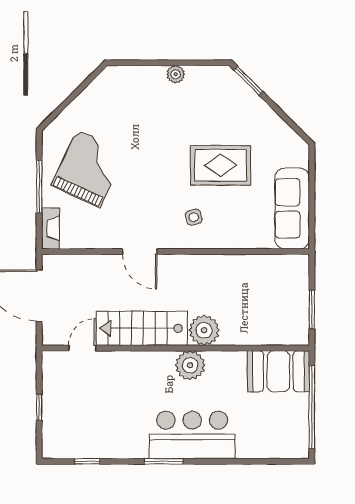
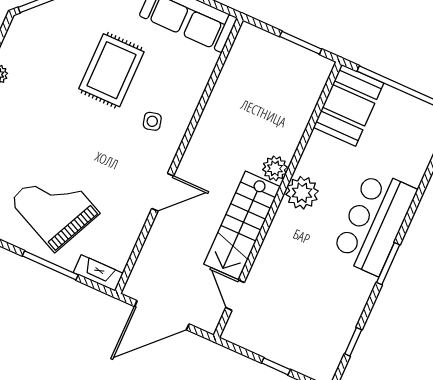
plant: (204, 330) -> (275, 168), width x0.73, depth x0.73

